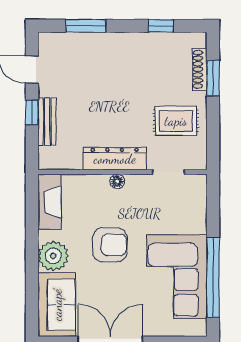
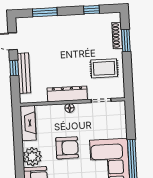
bench: (47, 122) -> (24, 73), width x1.36

